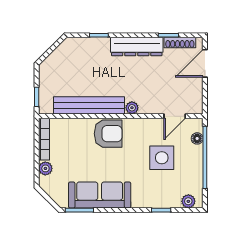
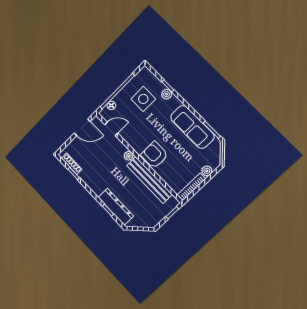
dresser: (137, 47) -> (116, 207), moved
door: (205, 63) -> (82, 127), moved
side table: (162, 158) -> (143, 99), moved
plant: (188, 201) -> (167, 94), moved

